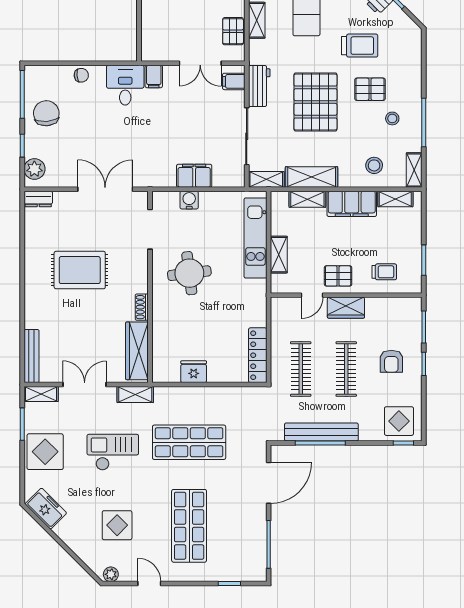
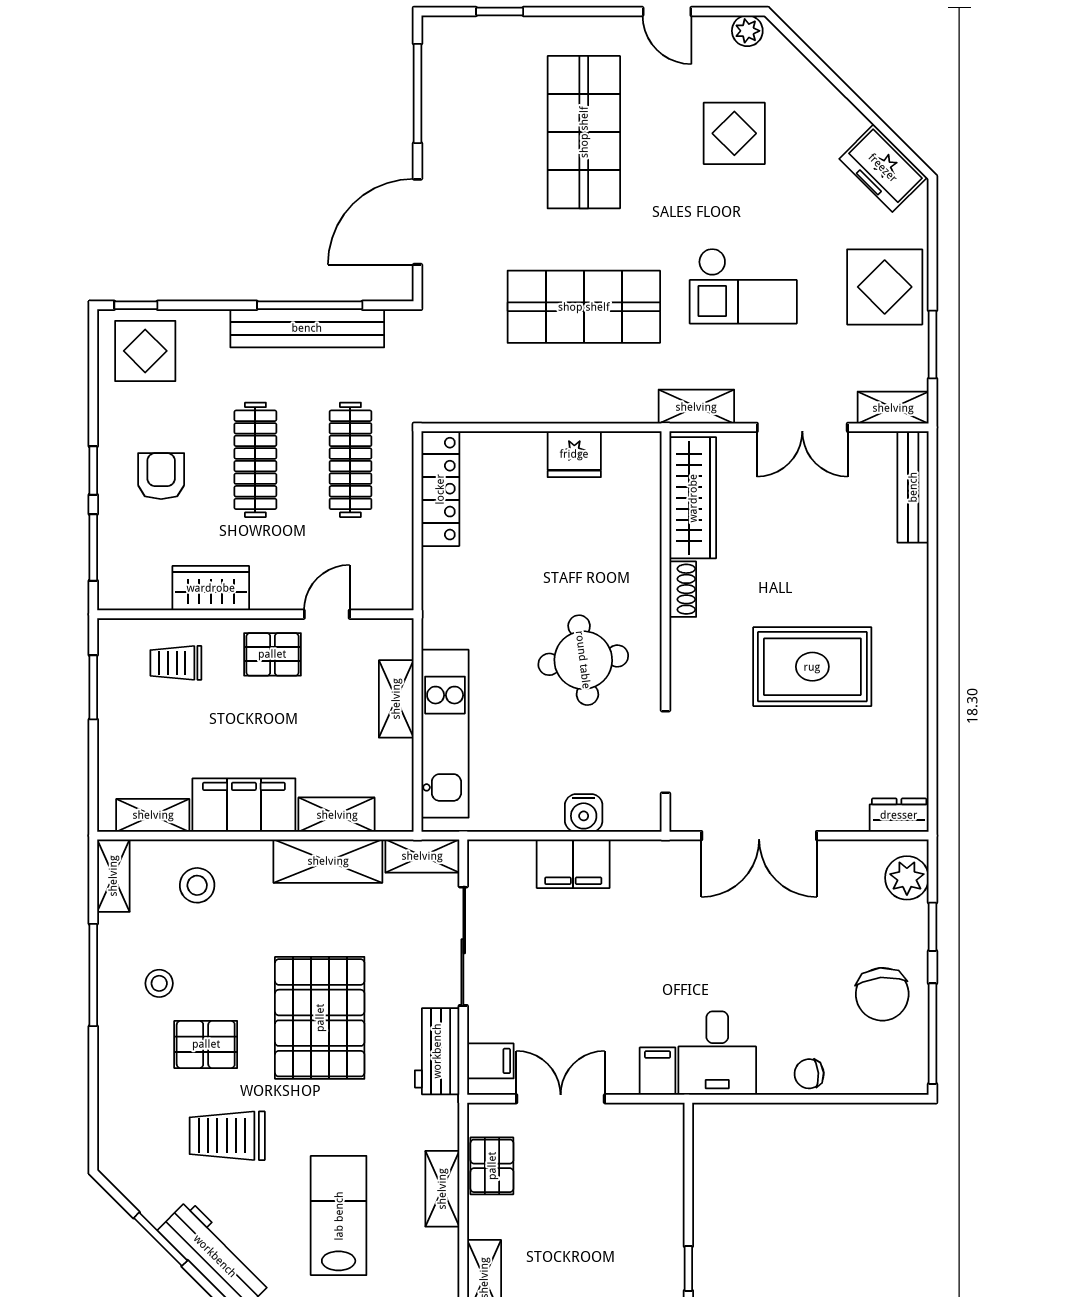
wardrobe: (346, 308) -> (211, 588), moved

